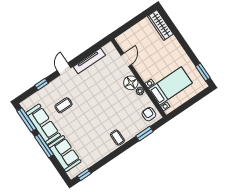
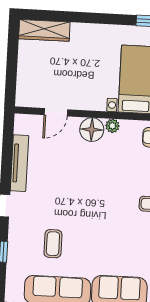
door: (126, 60) -> (56, 112), swing flipped

